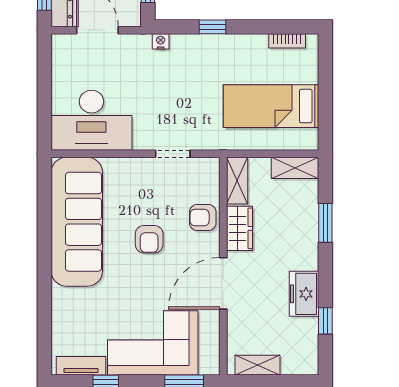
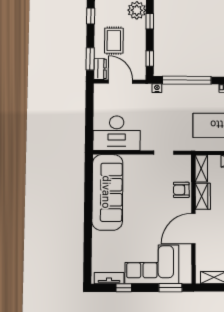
window: (212, 27) -> (187, 80), width x3.17
armchair: (149, 239) -> (150, 203), removed

